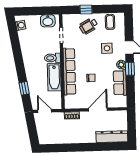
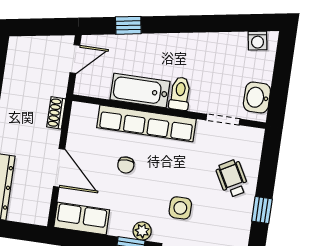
window: (86, 10) -> (262, 210), moved
coffee table: (110, 22) -> (233, 224), removed
row of seats: (120, 83) -> (82, 219), moved

